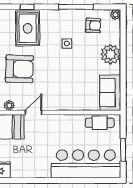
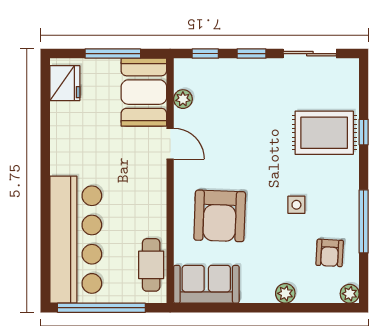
plant: (111, 54) -> (285, 293), width x0.53, depth x0.53
armchair: (19, 69) -> (220, 216), moved
window: (123, 150) -> (101, 308), width x2.11

